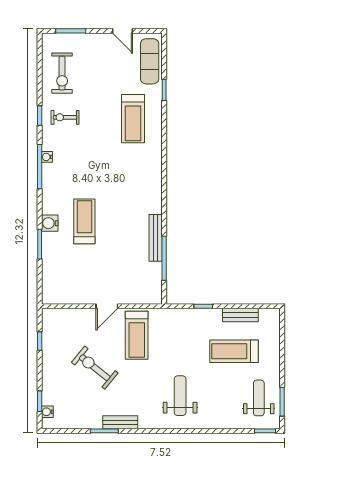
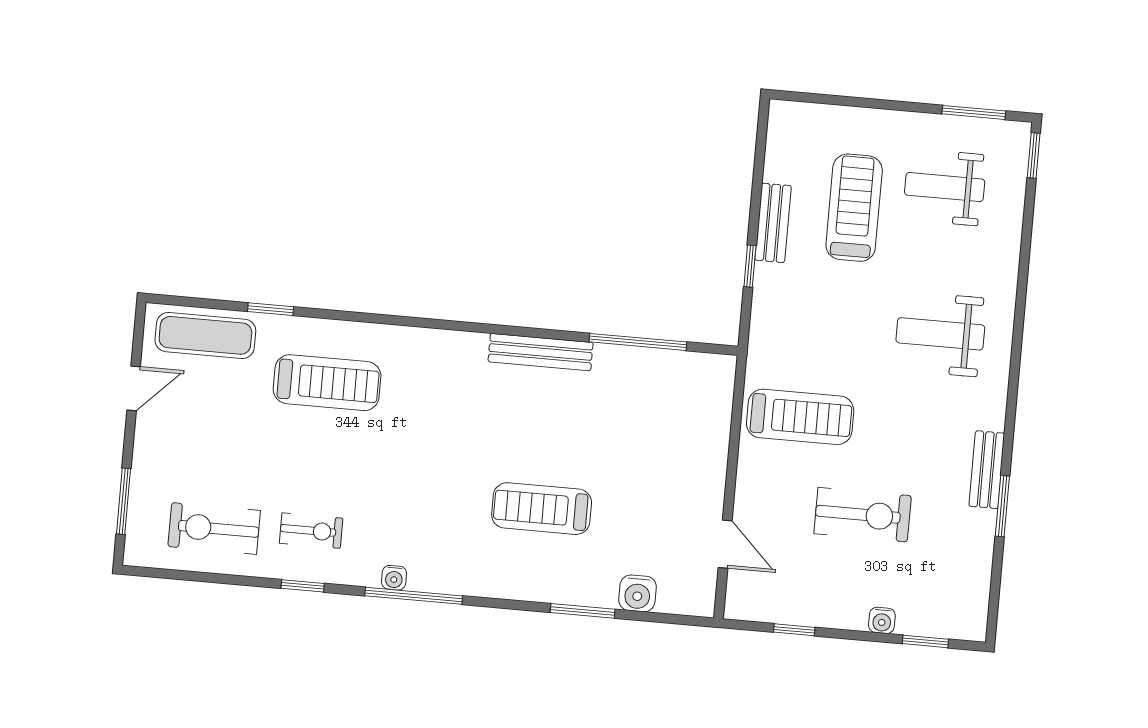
exercise bike: (62, 73) -> (214, 528), turned 180
exercise bike: (65, 117) -> (311, 531), turned -90
water cooler: (50, 223) -> (637, 593), moved
bench: (156, 238) -> (541, 352), moved
door: (107, 306) -> (725, 544), moved
bench: (240, 315) -> (773, 223), moved
treadmill: (234, 351) -> (854, 208), turned 180
exercise bike: (95, 368) -> (863, 515), turned -129
weight bench: (259, 398) -> (945, 187), moved
water cooler: (47, 412) -> (882, 620), moved

